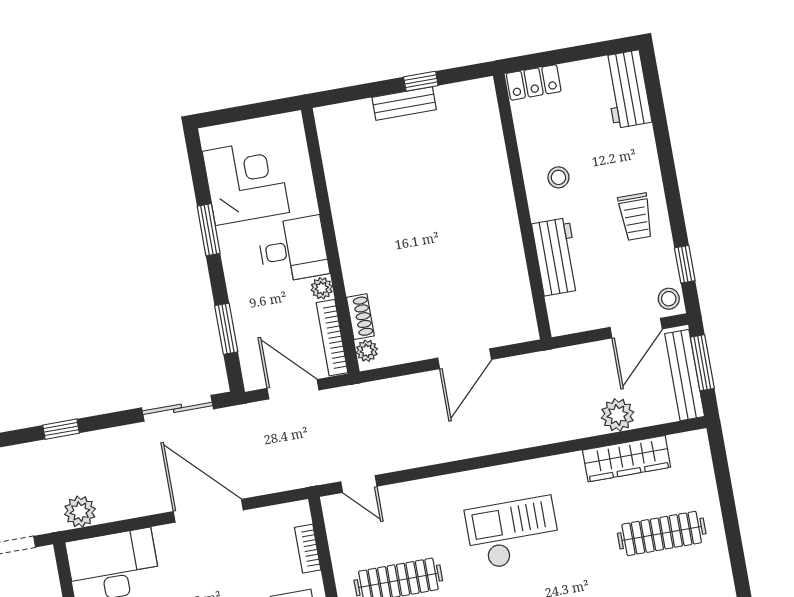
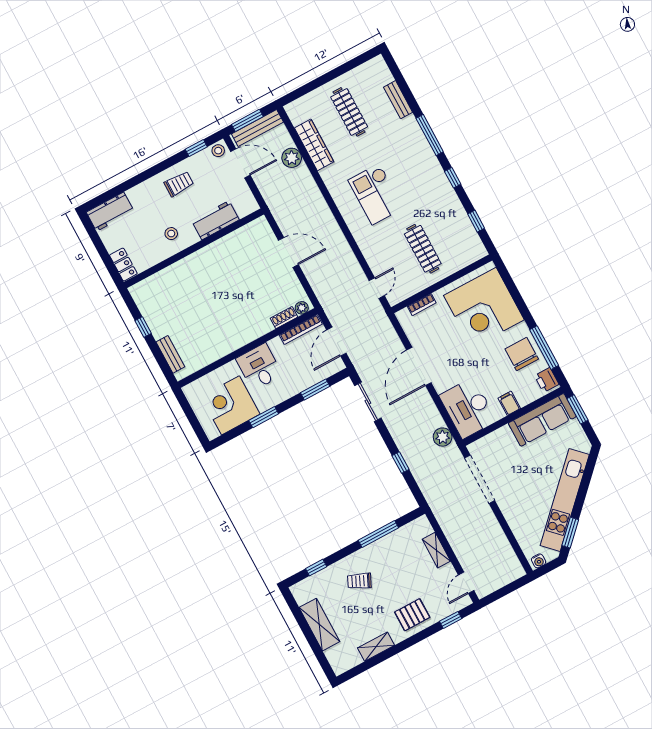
bench: (404, 103) -> (170, 354), moved
plant: (322, 288) -> (275, 344), removed

